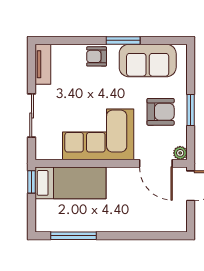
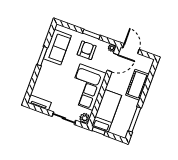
armchair: (97, 56) -> (46, 73), removed
plant: (44, 150) -> (85, 118), added
cot: (134, 219) -> (137, 85), added

